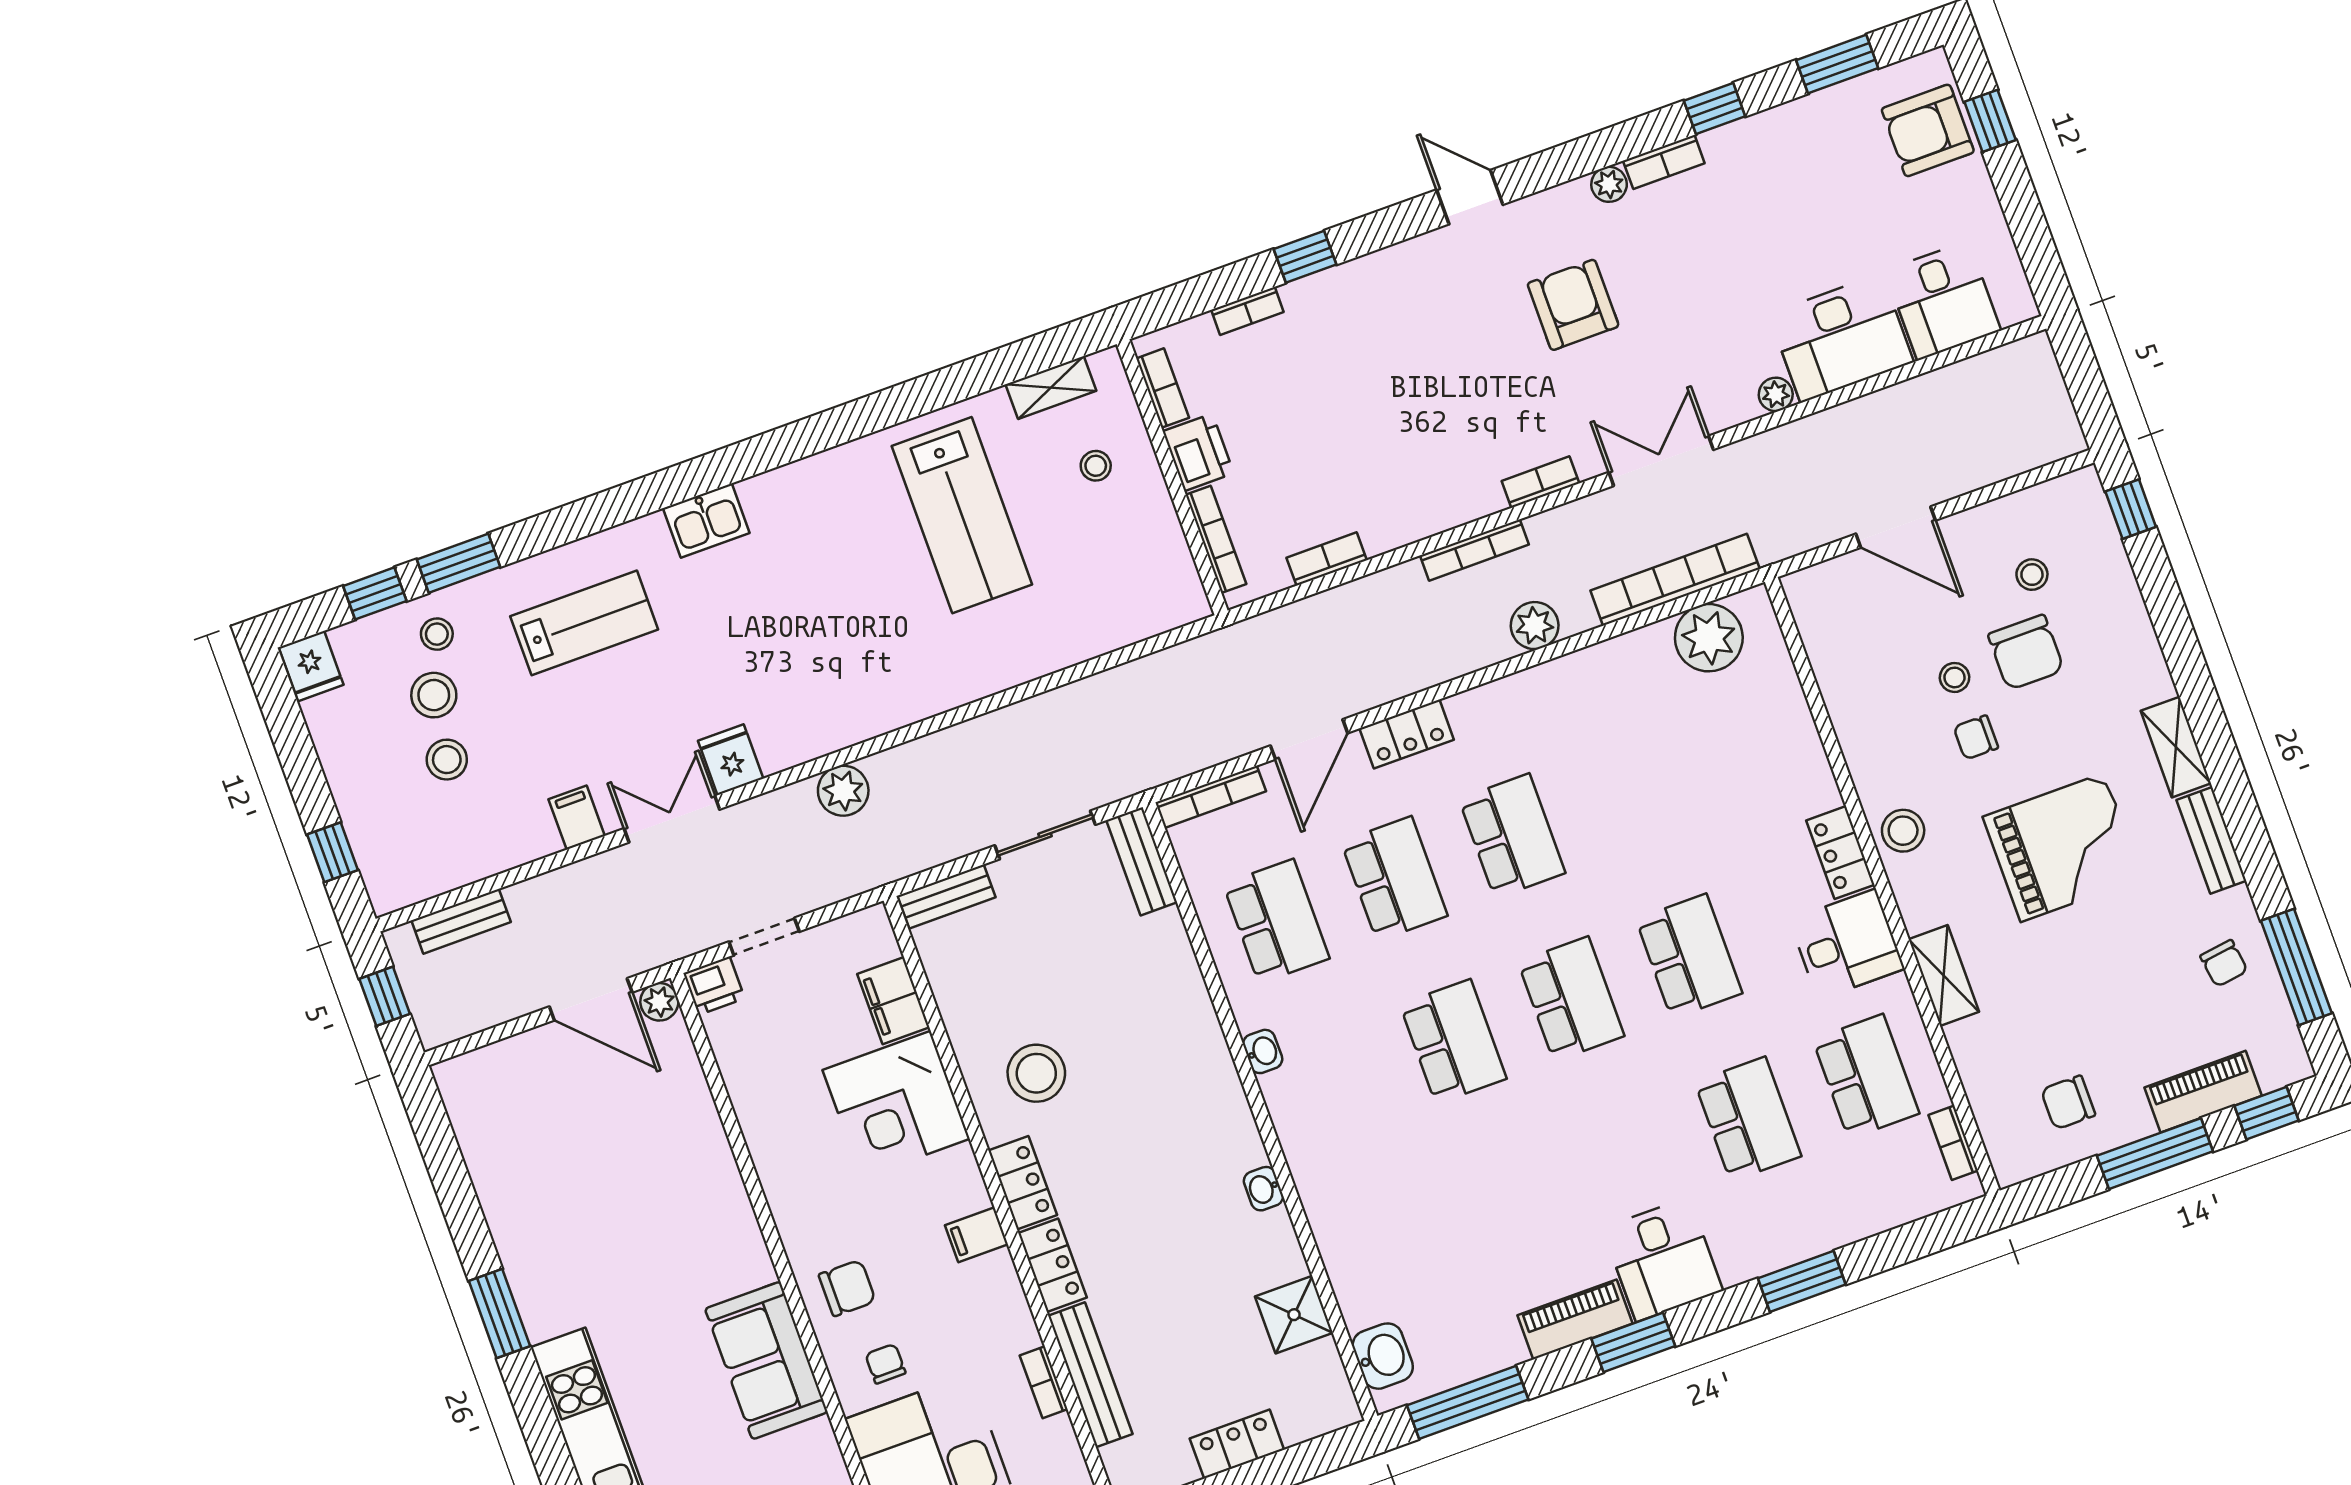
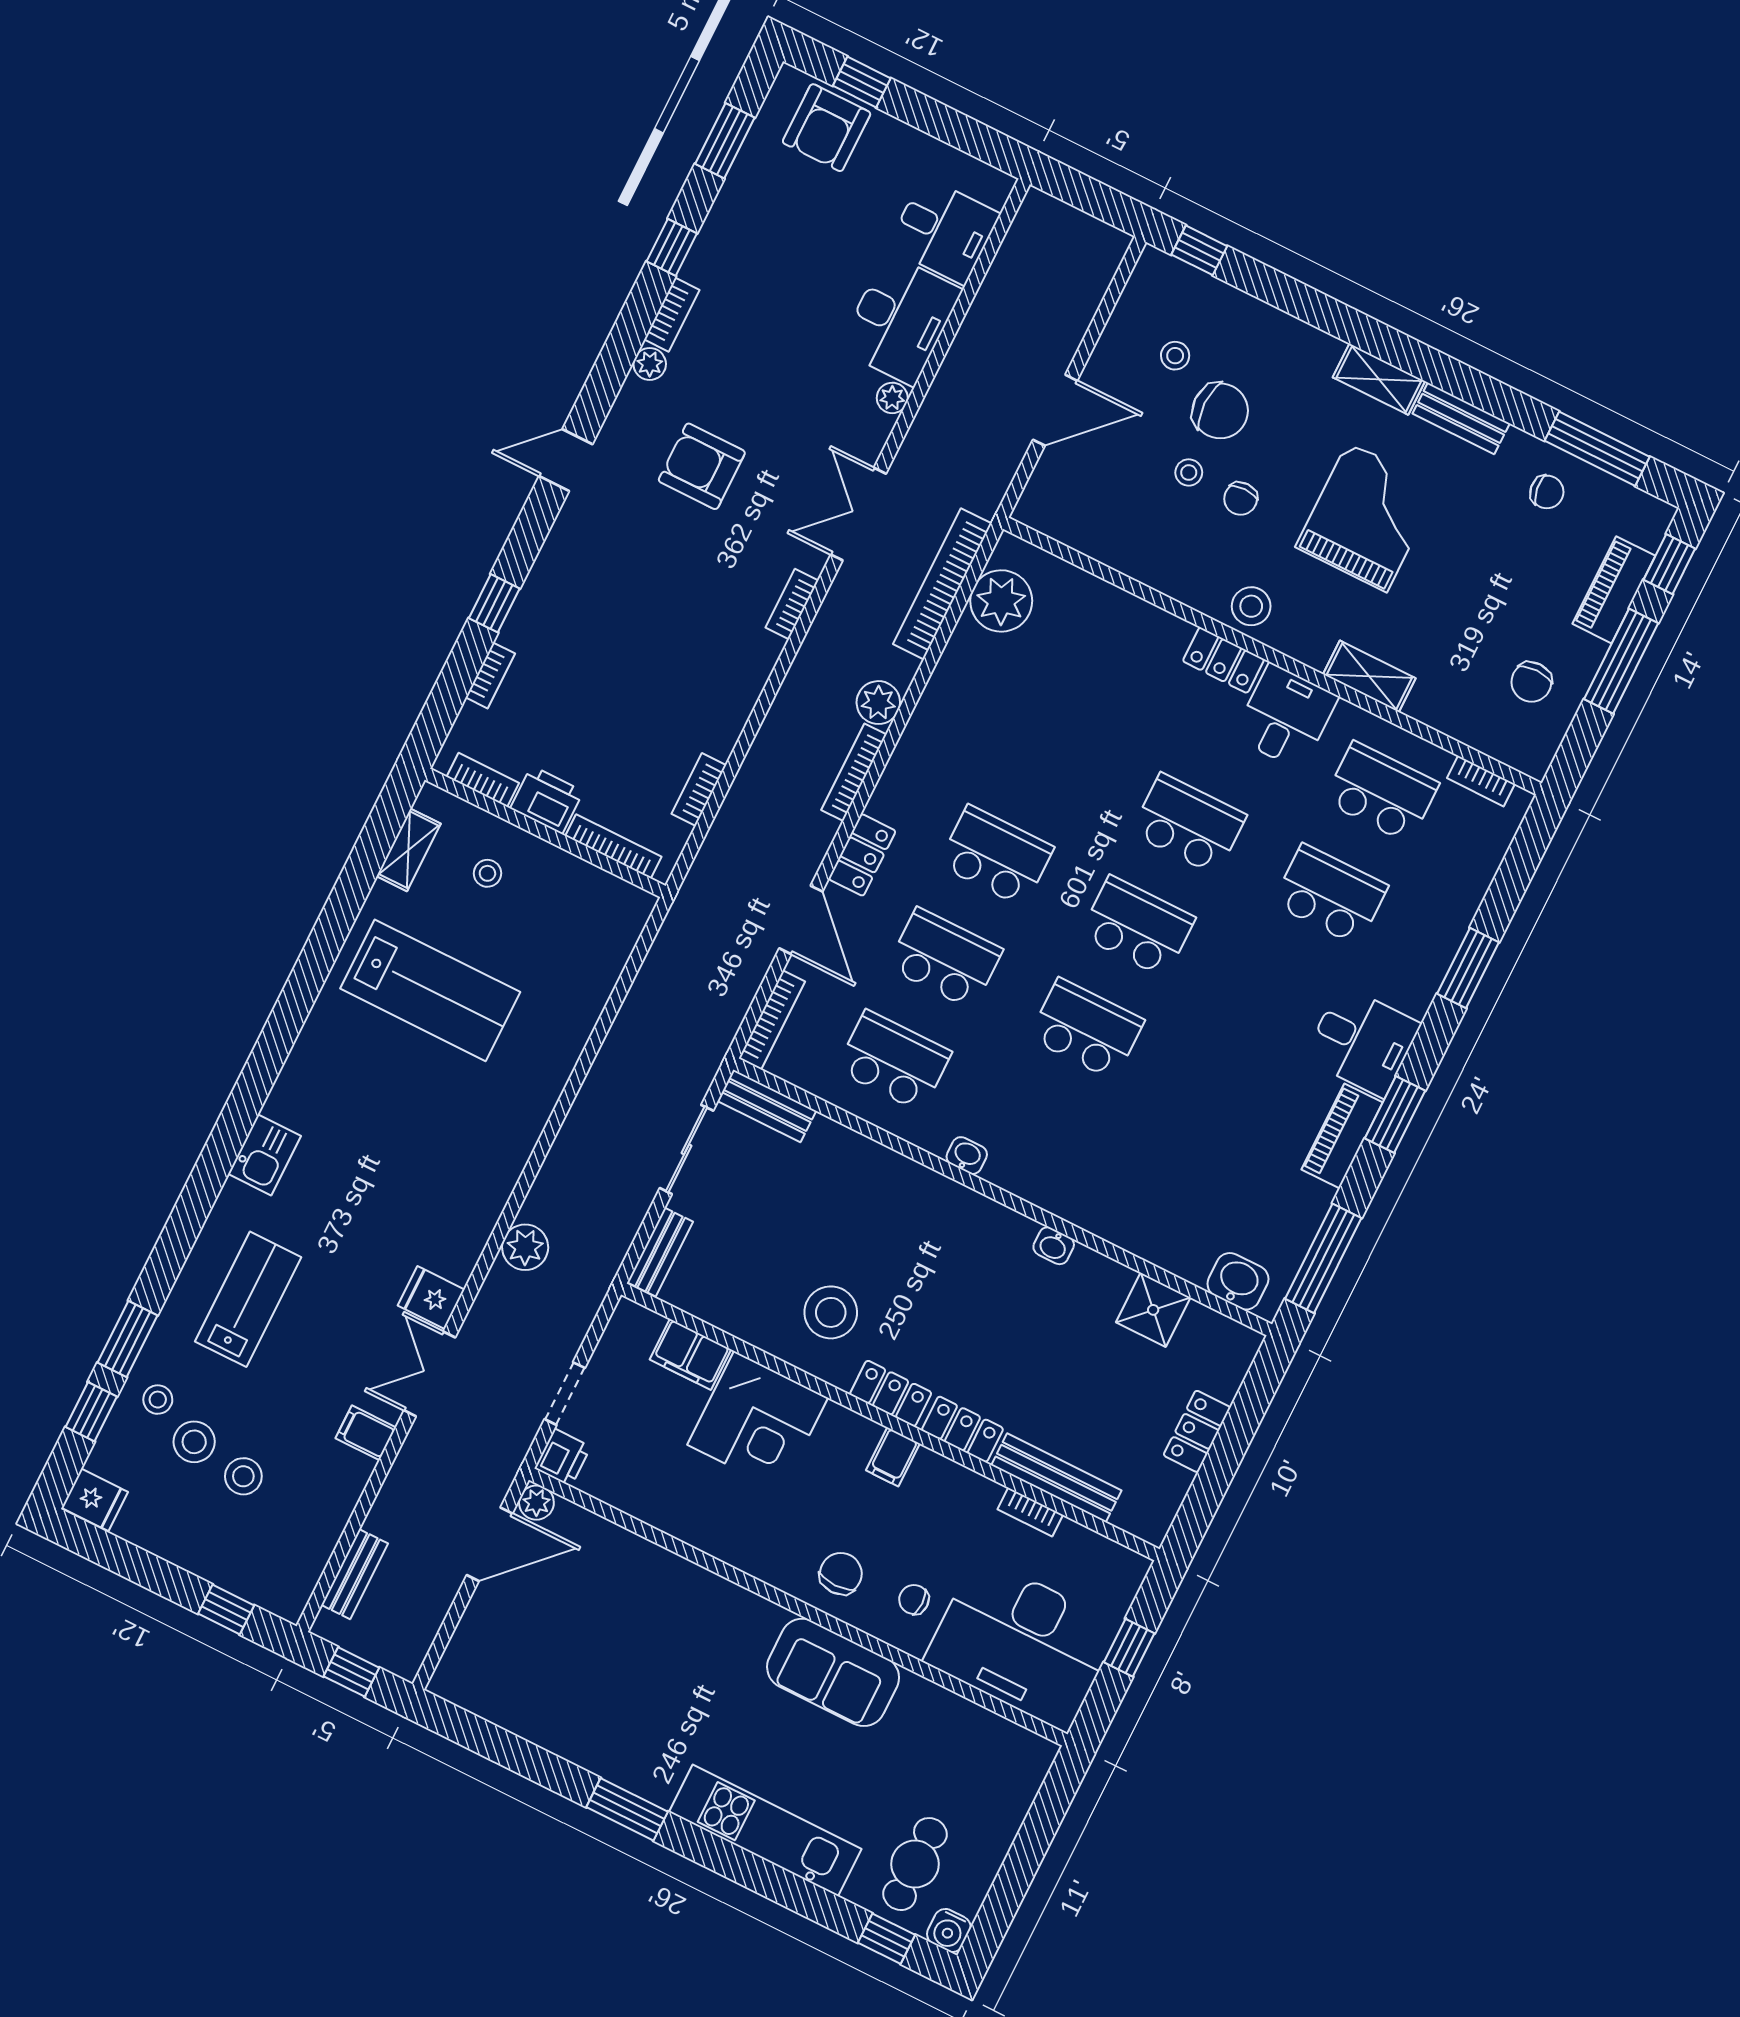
bookcase: (1474, 550) -> (854, 772), moved, turned 180

